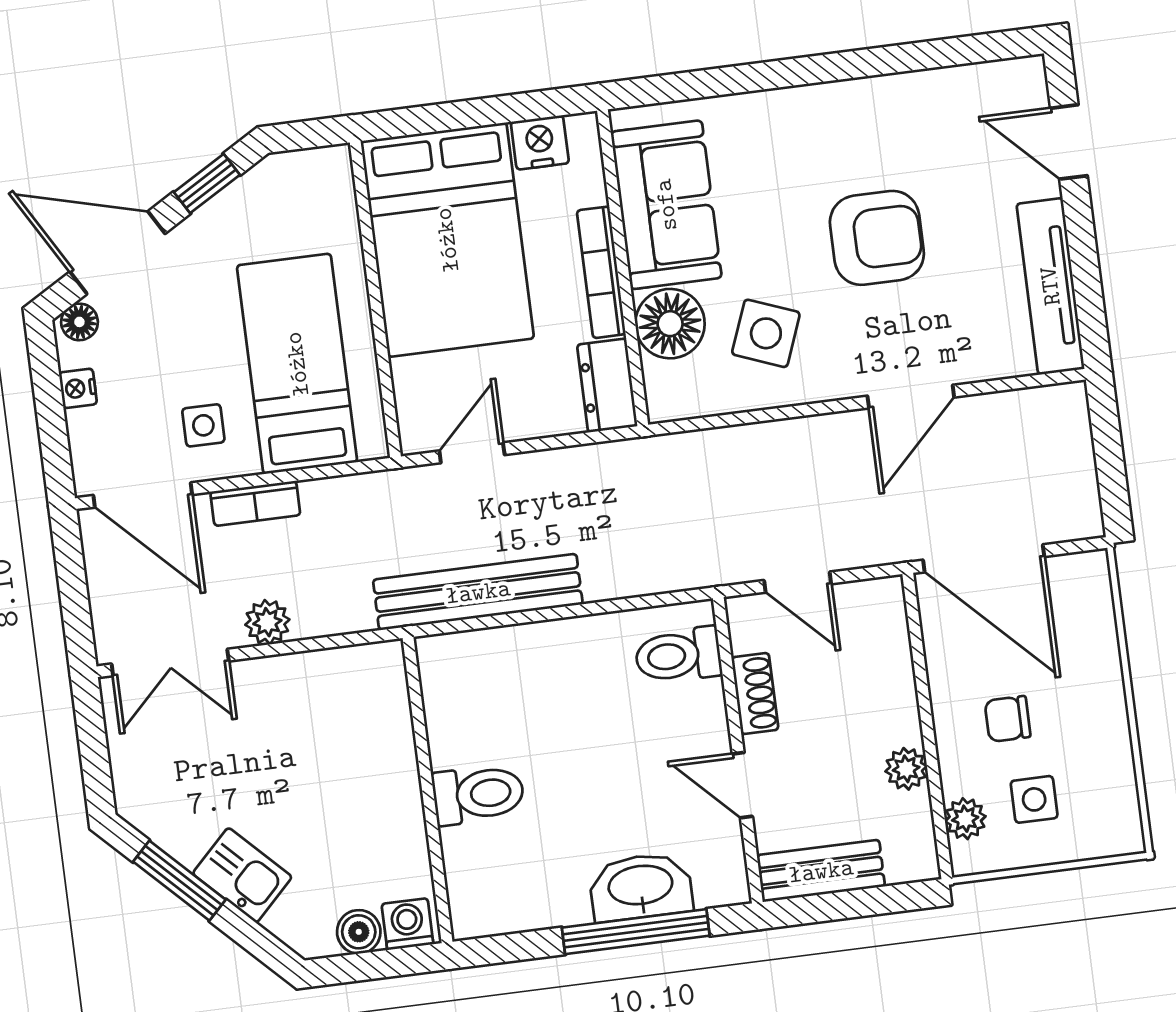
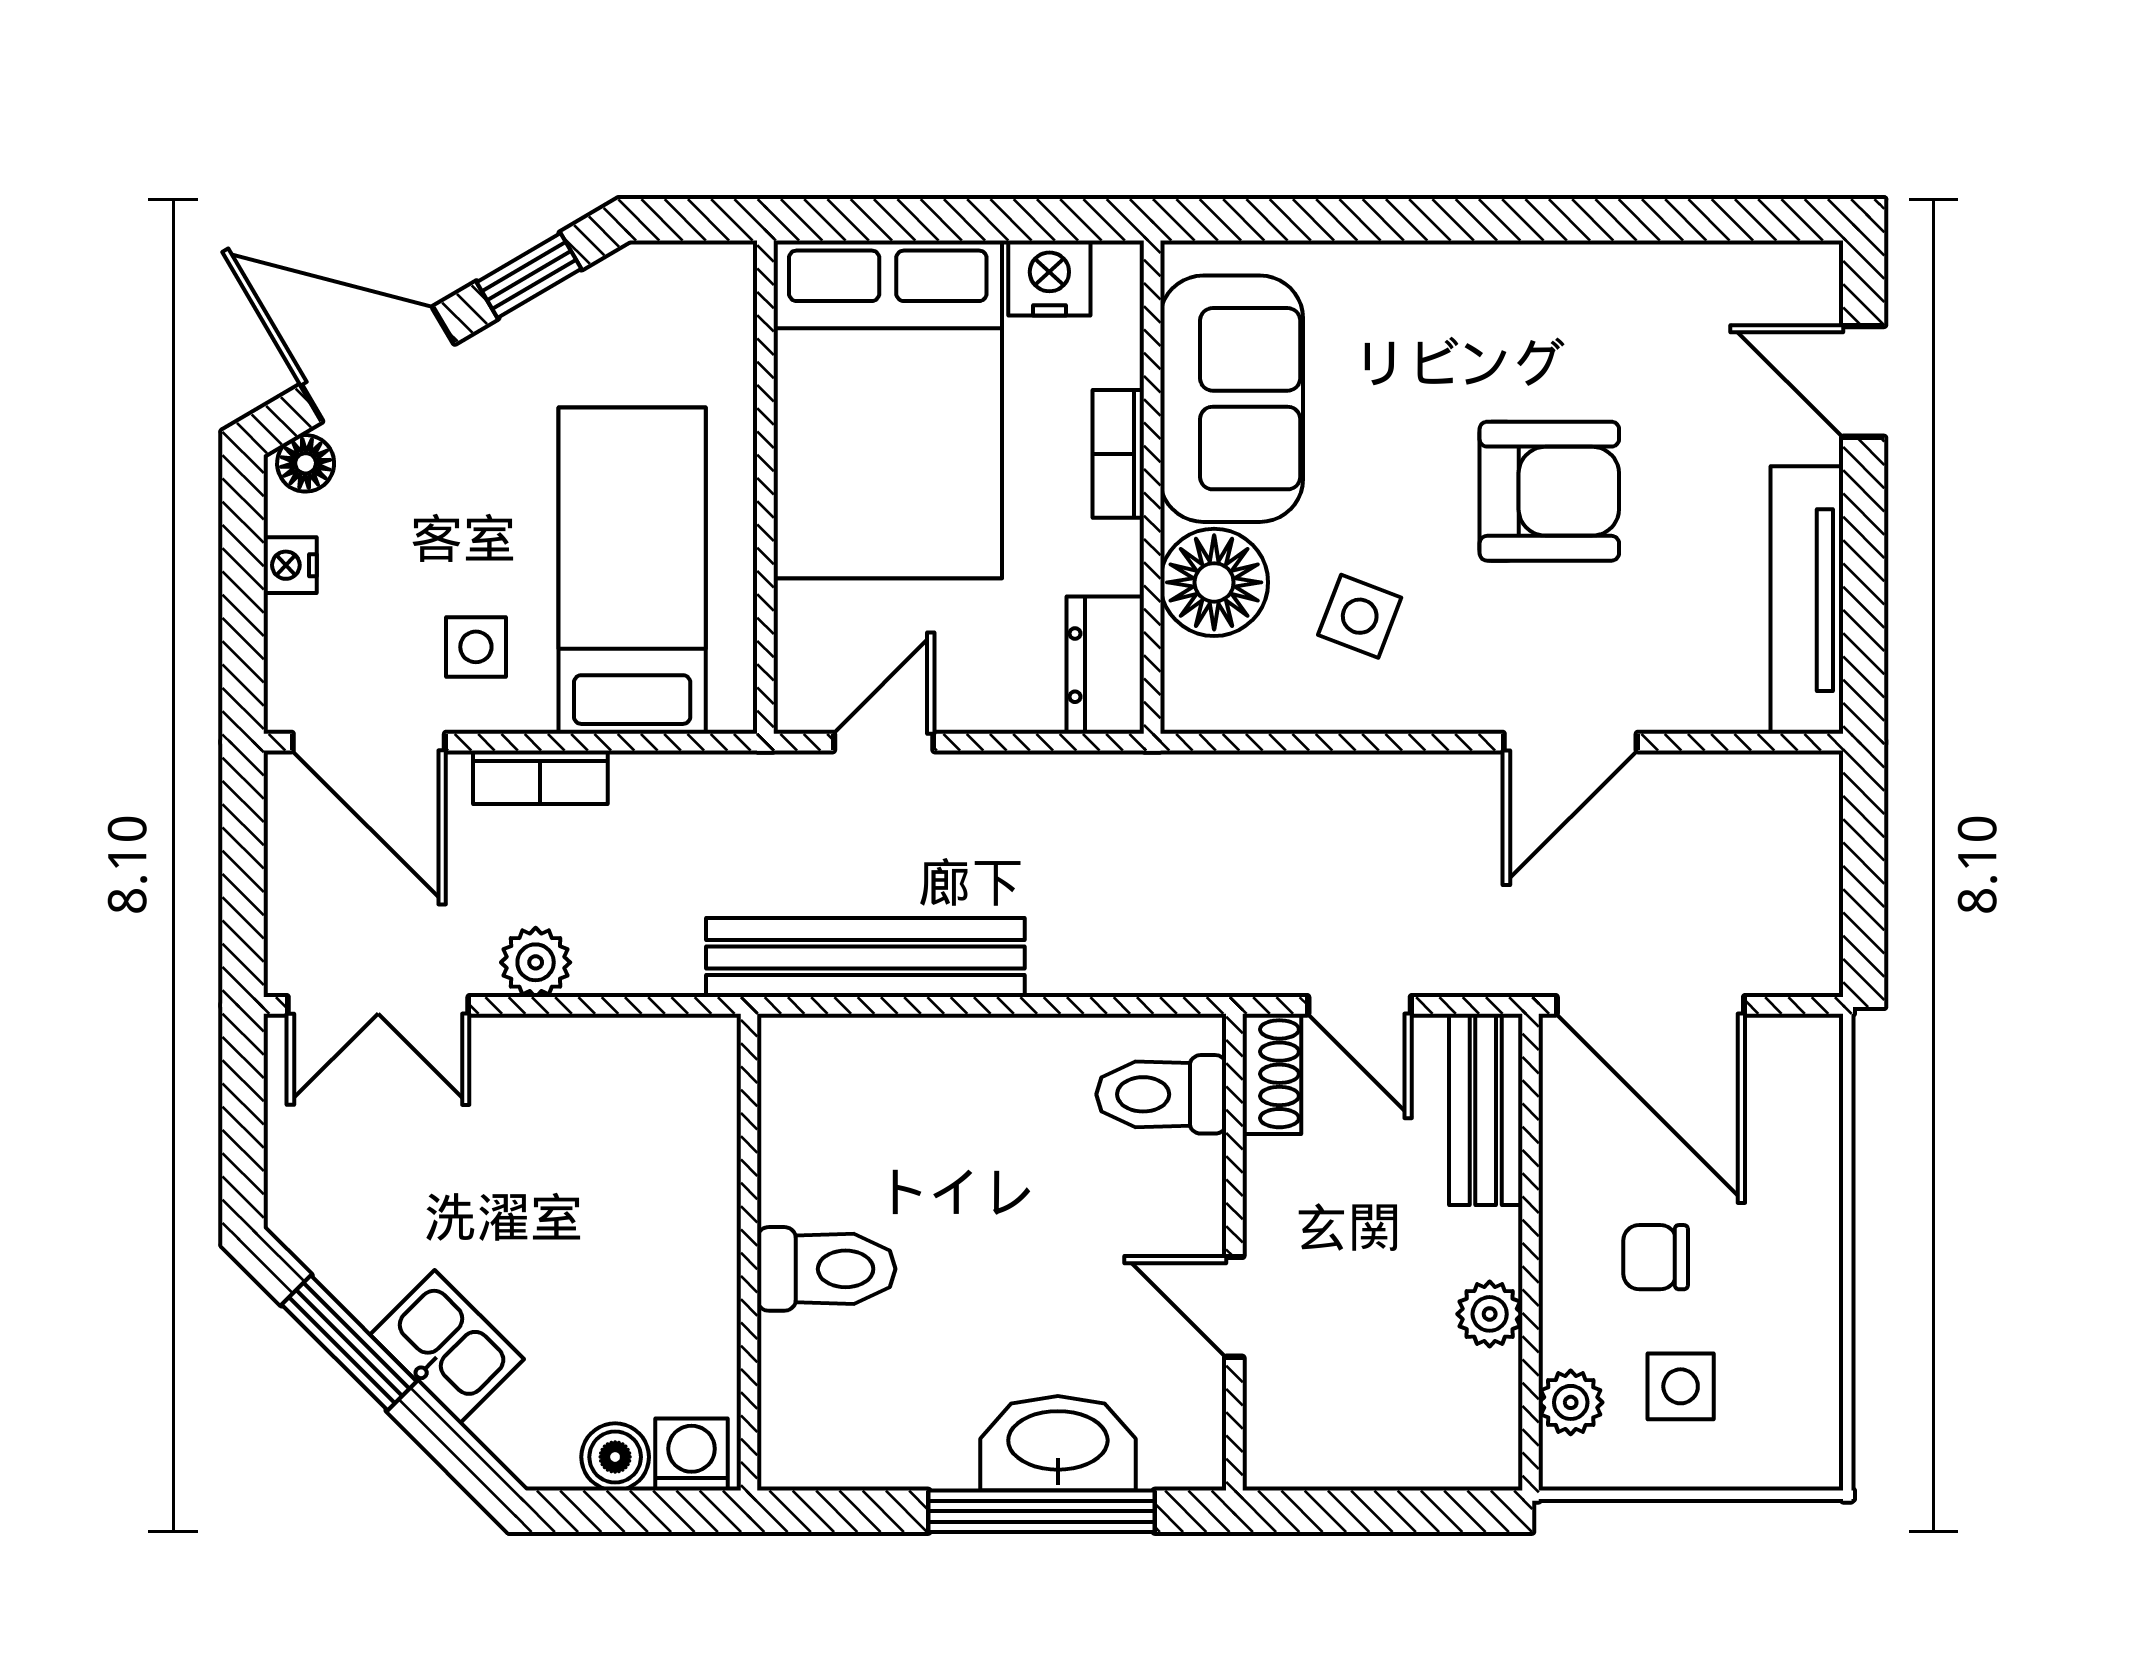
bookcase: (601, 272) -> (1118, 454), width x0.64
side table: (766, 333) -> (1360, 616), width x0.73, depth x0.73
shoe rack: (755, 694) -> (1272, 1074), moved
bench: (821, 871) -> (1486, 1109), moved, turned 90

